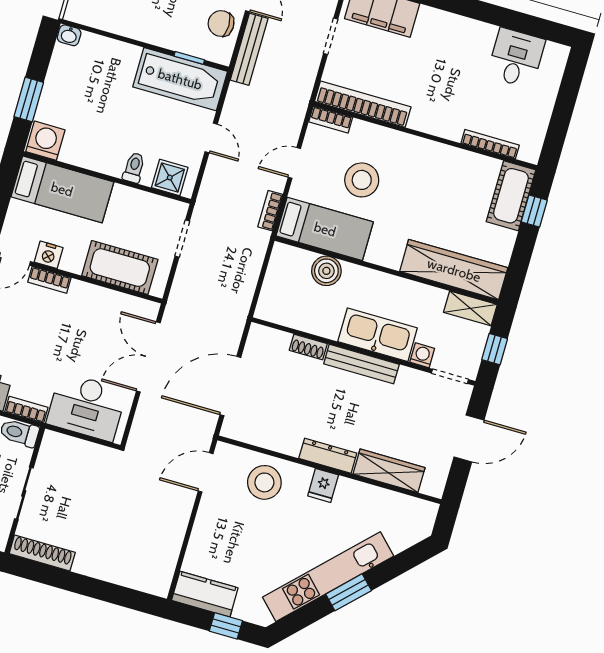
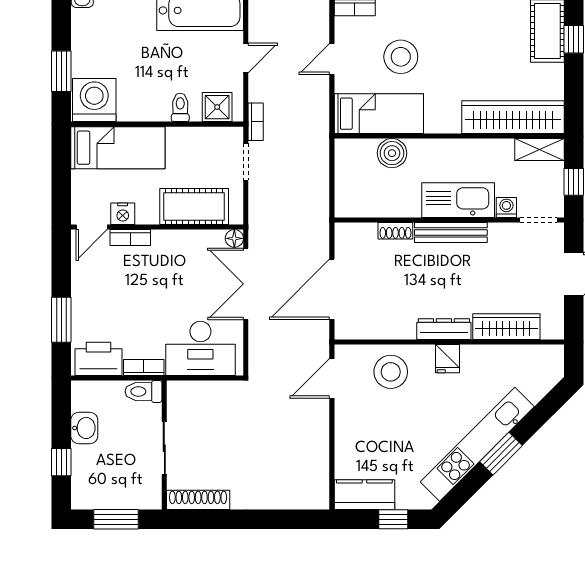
door: (211, 138) -> (246, 58), hinge flipped
washing machine: (45, 141) -> (94, 100), width x1.37, depth x1.37
bookcase: (270, 211) -> (256, 122), moved, turned 180
floor lamp: (150, 310) -> (234, 238), added

